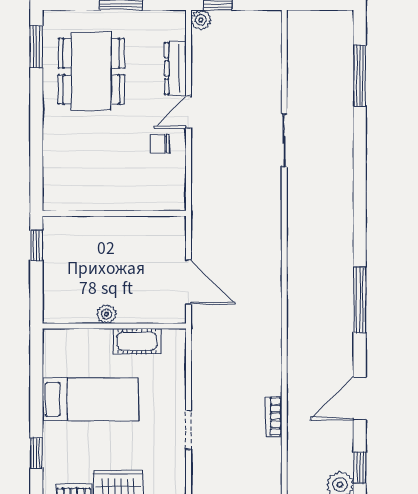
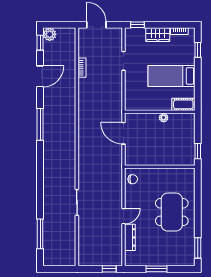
plant: (201, 20) -> (118, 261), removed
dining table: (91, 71) -> (172, 212), moved
chair: (160, 144) -> (133, 179), moved
cot: (137, 341) -> (183, 104), moved

